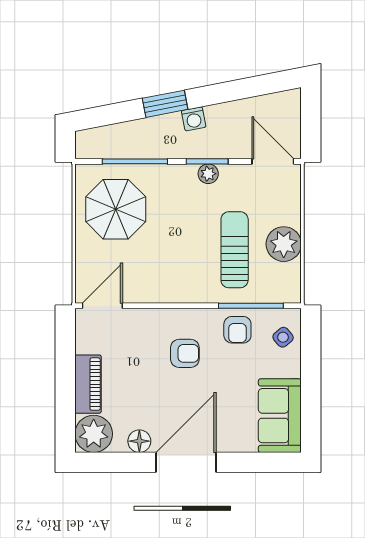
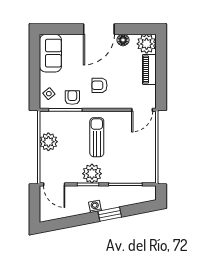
plant: (208, 174) -> (92, 174), width x1.88, depth x1.88
parasol: (116, 209) -> (135, 160), removed
sun lounger: (235, 250) -> (97, 137), moved, turned 180

